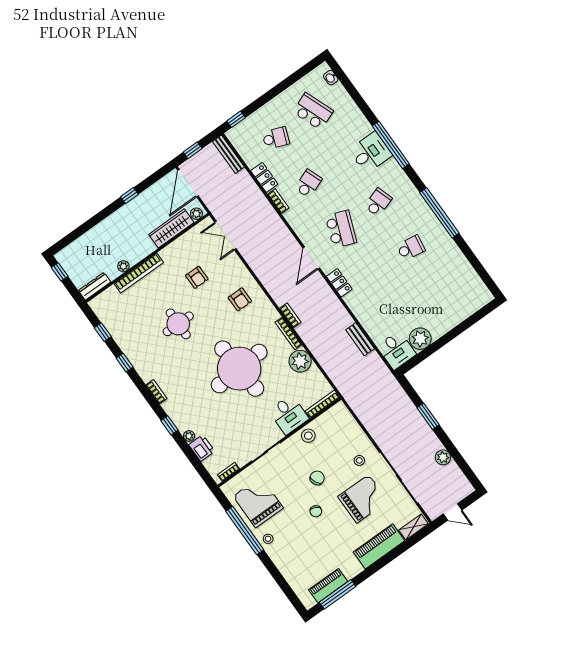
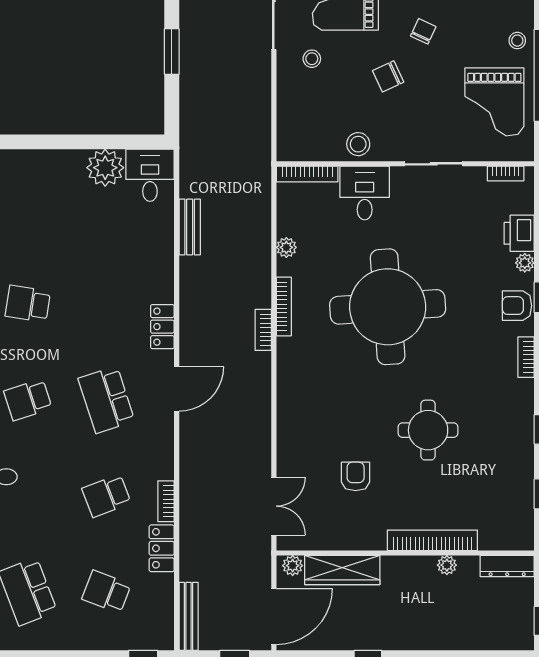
school desk: (341, 229) -> (106, 400), turned -39
armchair: (240, 299) -> (517, 306), moved, turned -90
plant: (300, 361) -> (286, 247), width x0.53, depth x0.53

